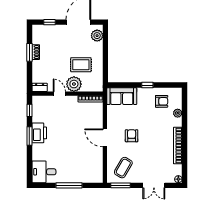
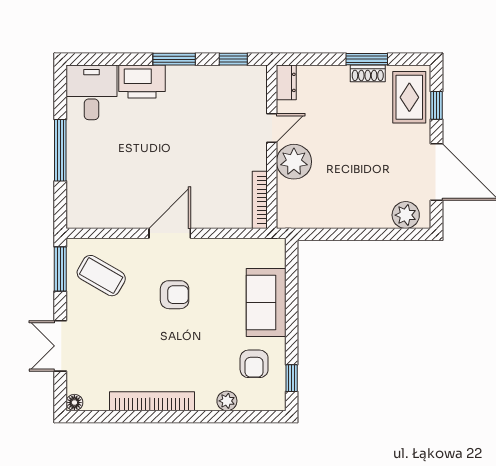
rug: (81, 65) -> (409, 97), moved
window: (147, 85) -> (292, 378), moved
sofa: (122, 96) -> (266, 303), moved
printer: (39, 133) -> (142, 82), moved

